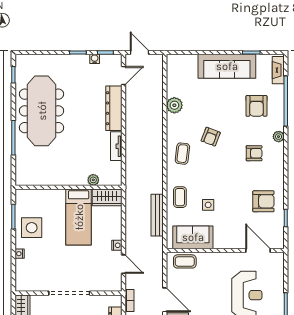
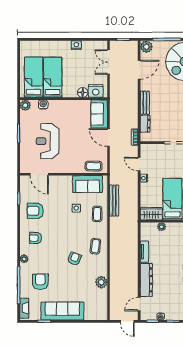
armchair: (254, 153) -> (35, 238), moved

